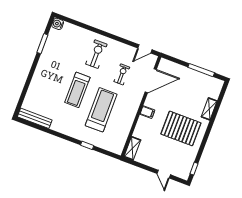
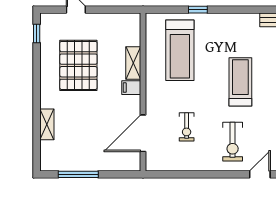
door: (145, 49) -> (260, 174), moved
treadmill: (101, 110) -> (180, 50), moved
pallet: (181, 128) -> (78, 65), moved, turned 90
shelving: (132, 148) -> (133, 63), moved

